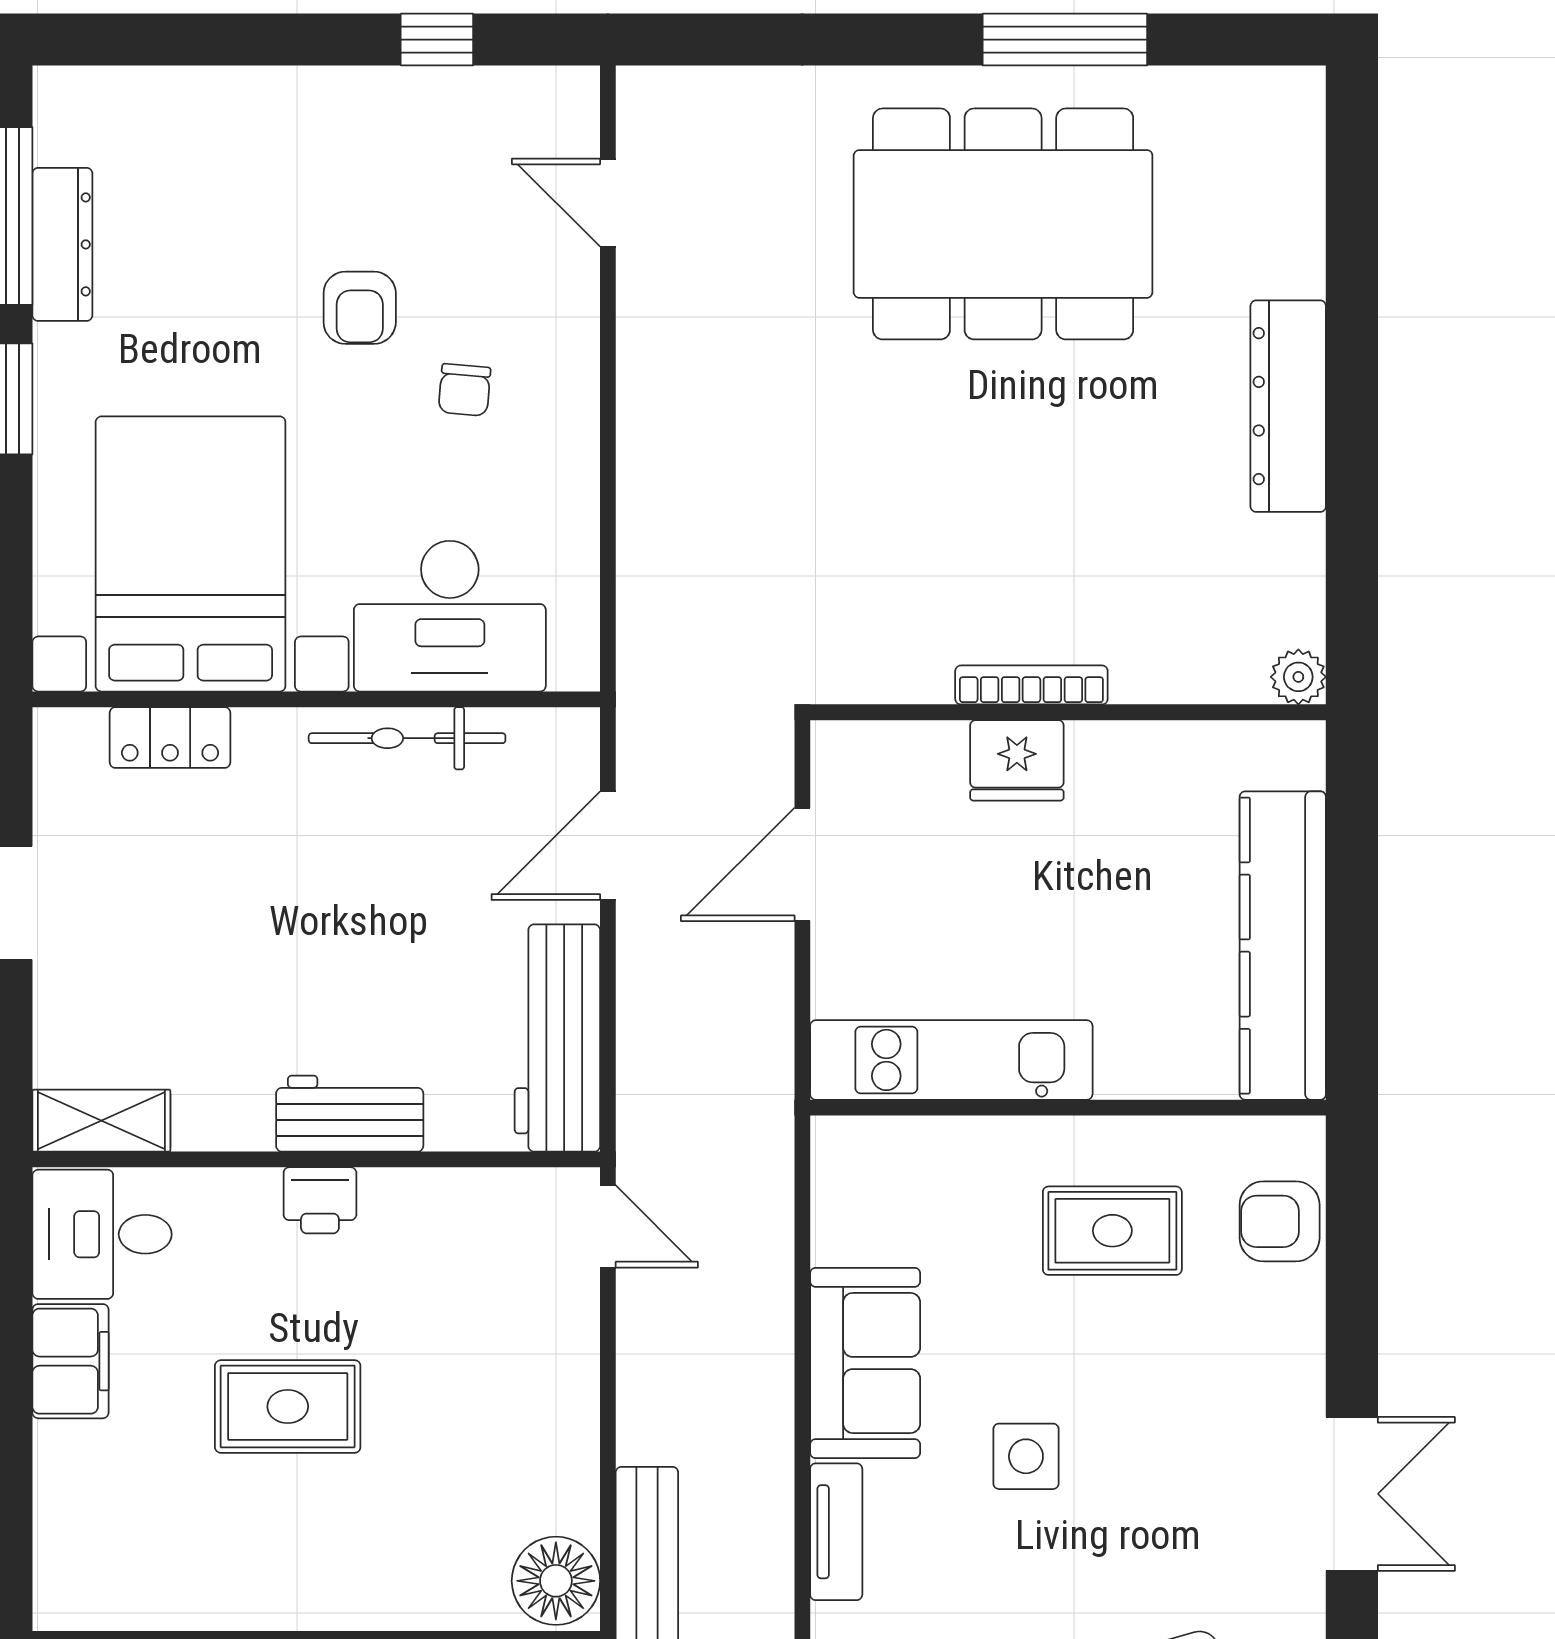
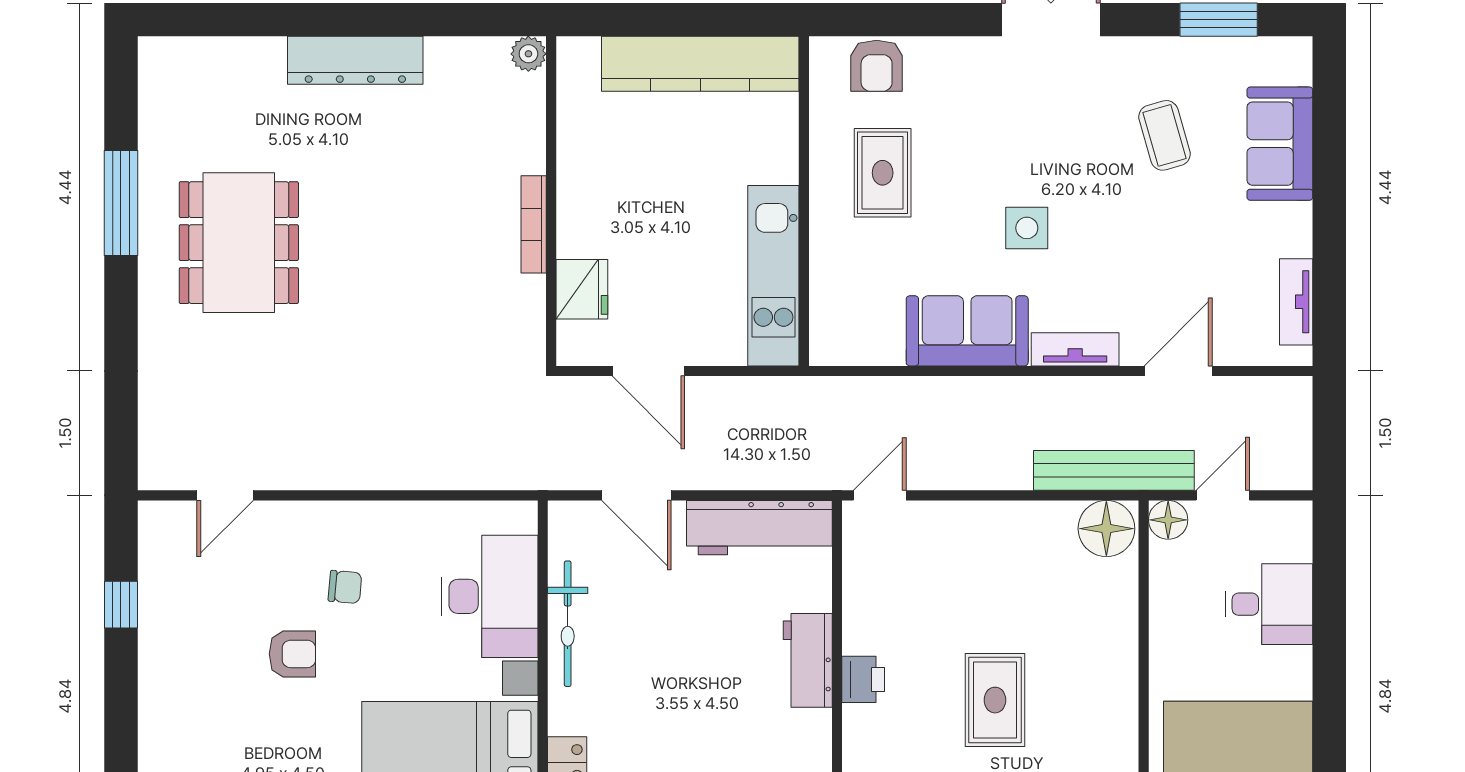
dining table: (1003, 224) -> (239, 243), width x0.73, depth x0.80
fridge: (1017, 760) -> (582, 289), moved

